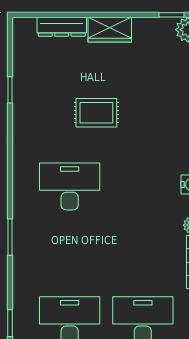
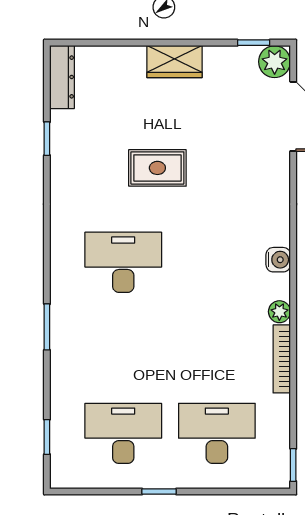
dresser: (62, 27) -> (62, 77), moved, turned -90

